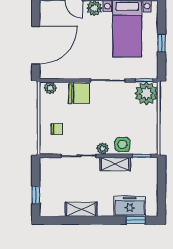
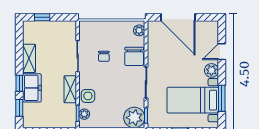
chair: (57, 129) -> (104, 56), moved
plant: (103, 149) -> (84, 114), moved
freezer: (130, 206) -> (32, 88), moved
window: (108, 220) -> (19, 83), added

